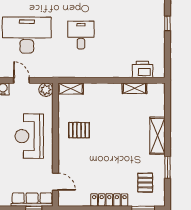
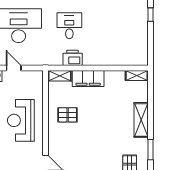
printer: (142, 69) -> (73, 58), moved
shelving: (134, 88) -> (137, 76), moved
plant: (46, 90) -> (36, 77), removed
filing cabinet: (101, 91) -> (88, 79), added

